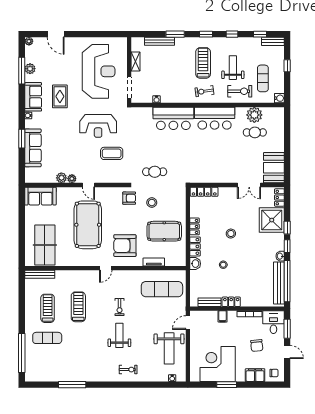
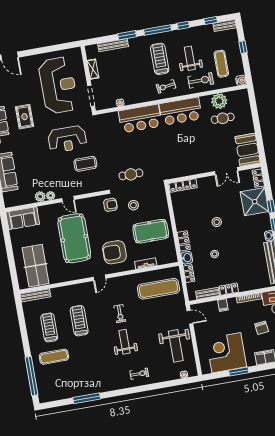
window: (206, 34) -> (158, 30), width x2.17
locker: (194, 226) -> (189, 274), moved
door: (188, 323) -> (190, 317), swing flipped

